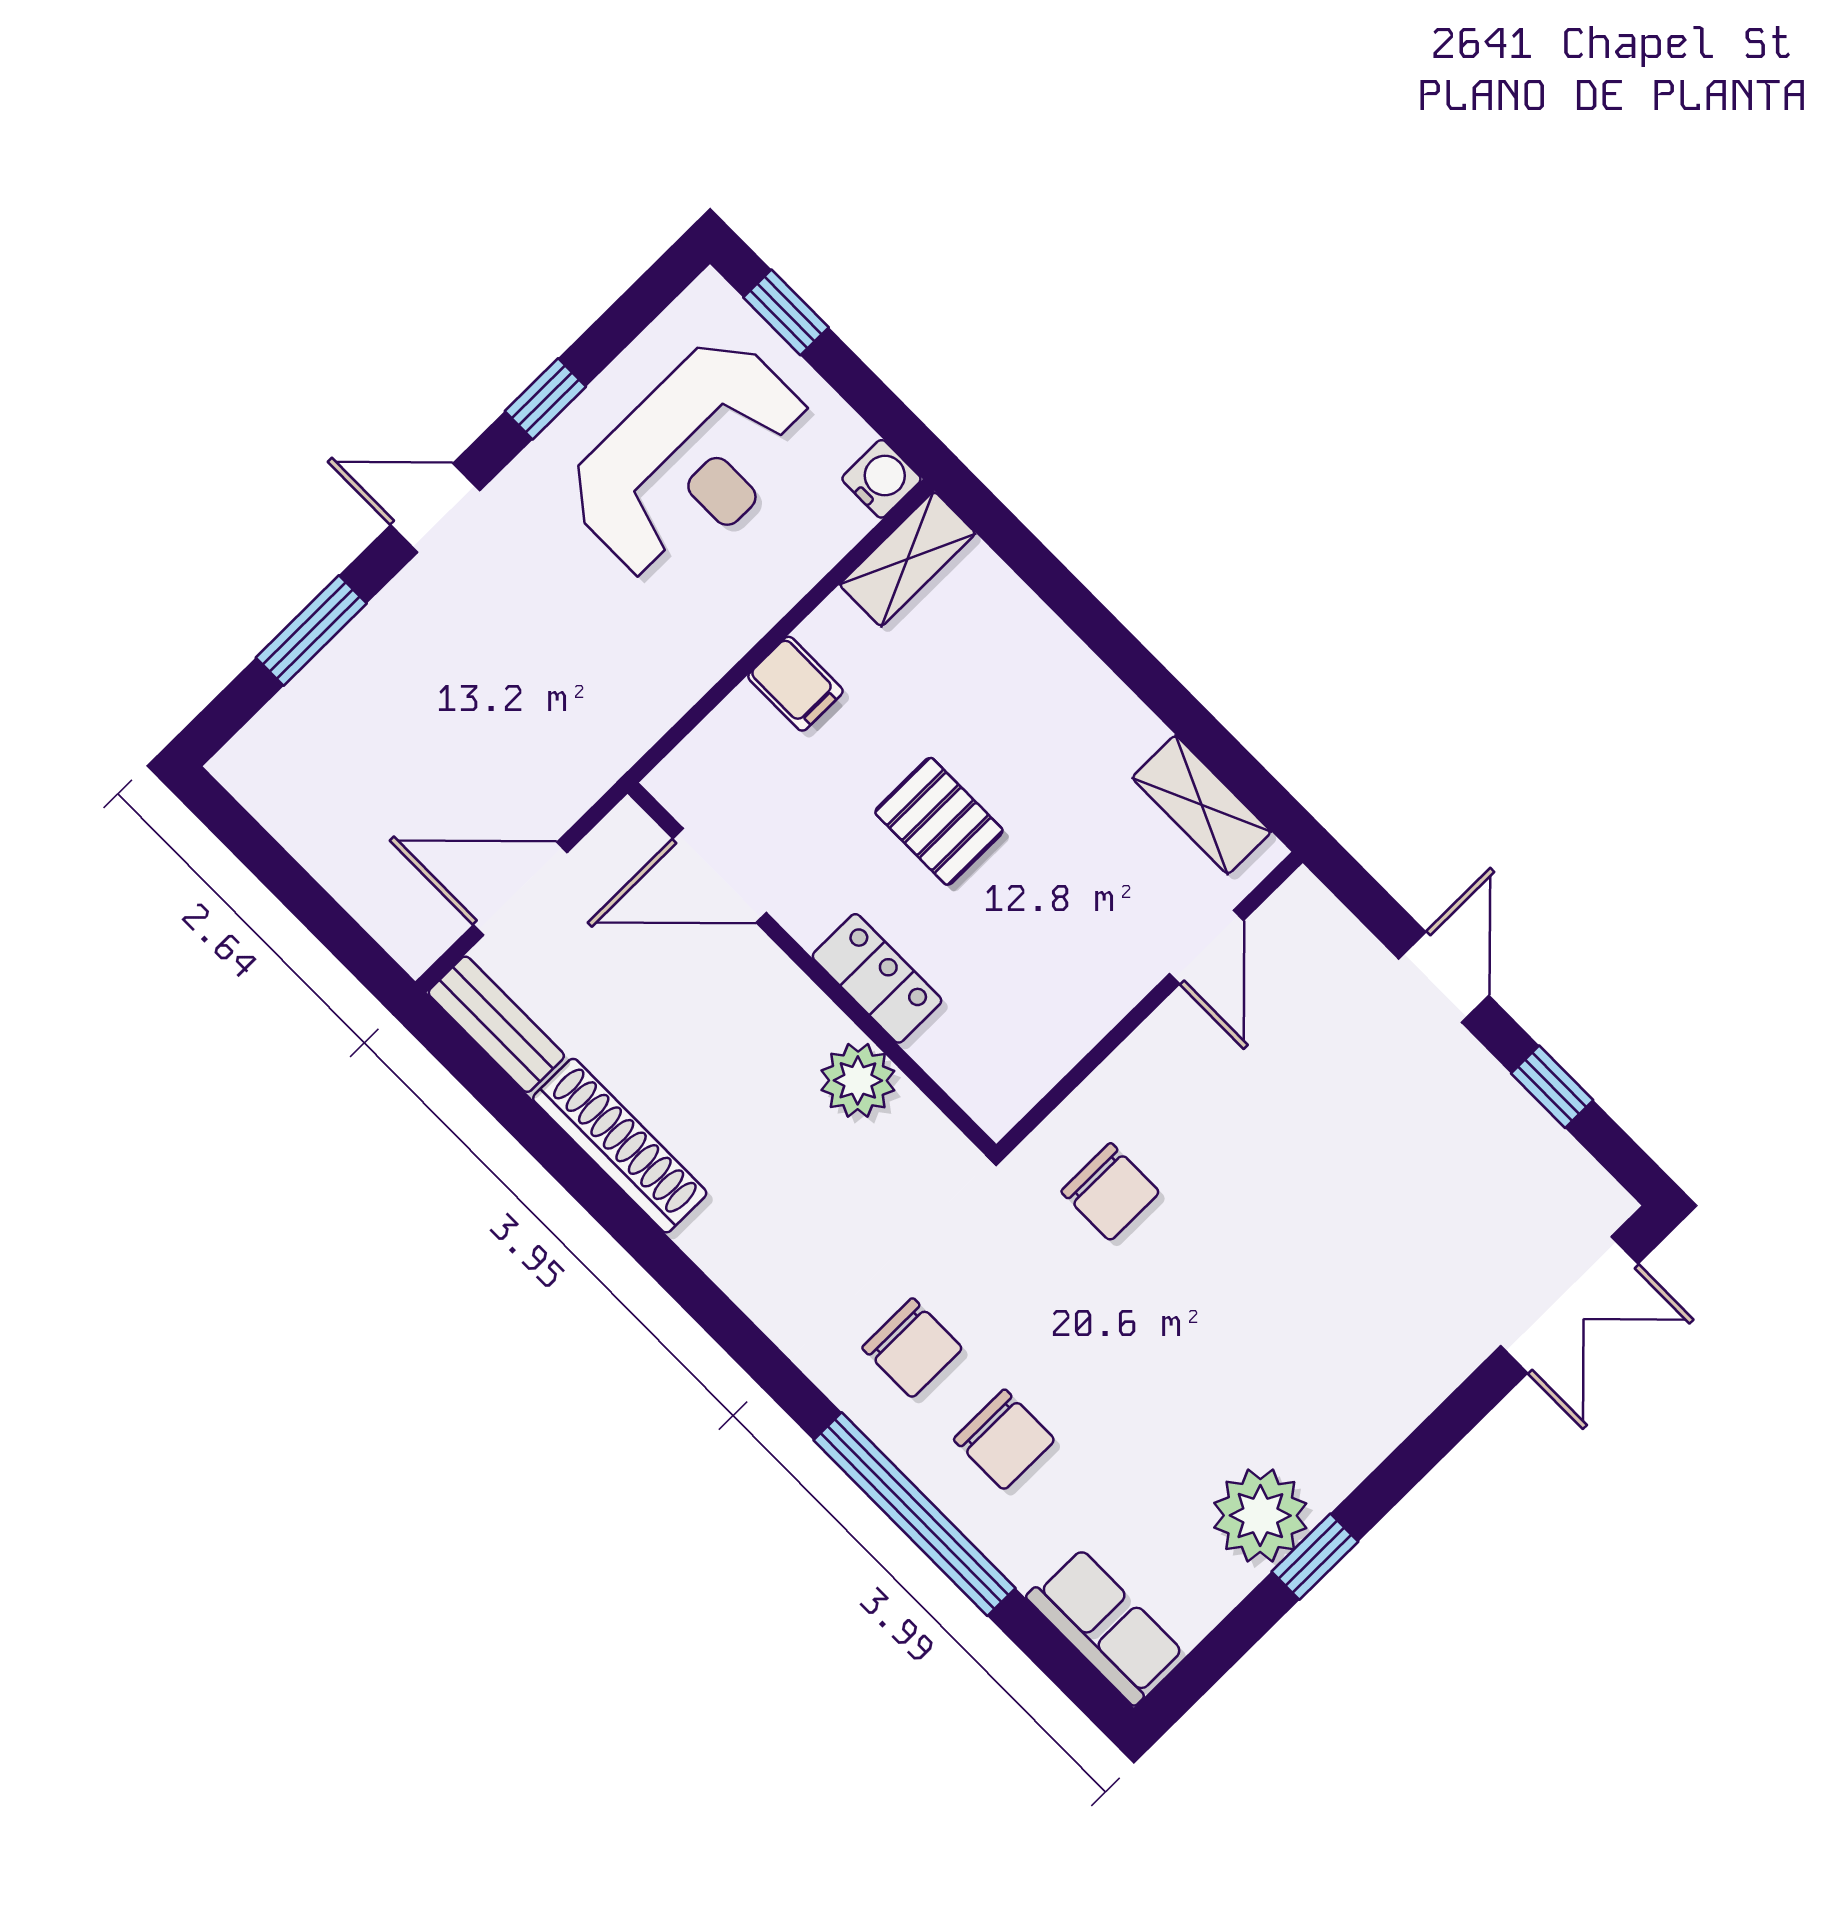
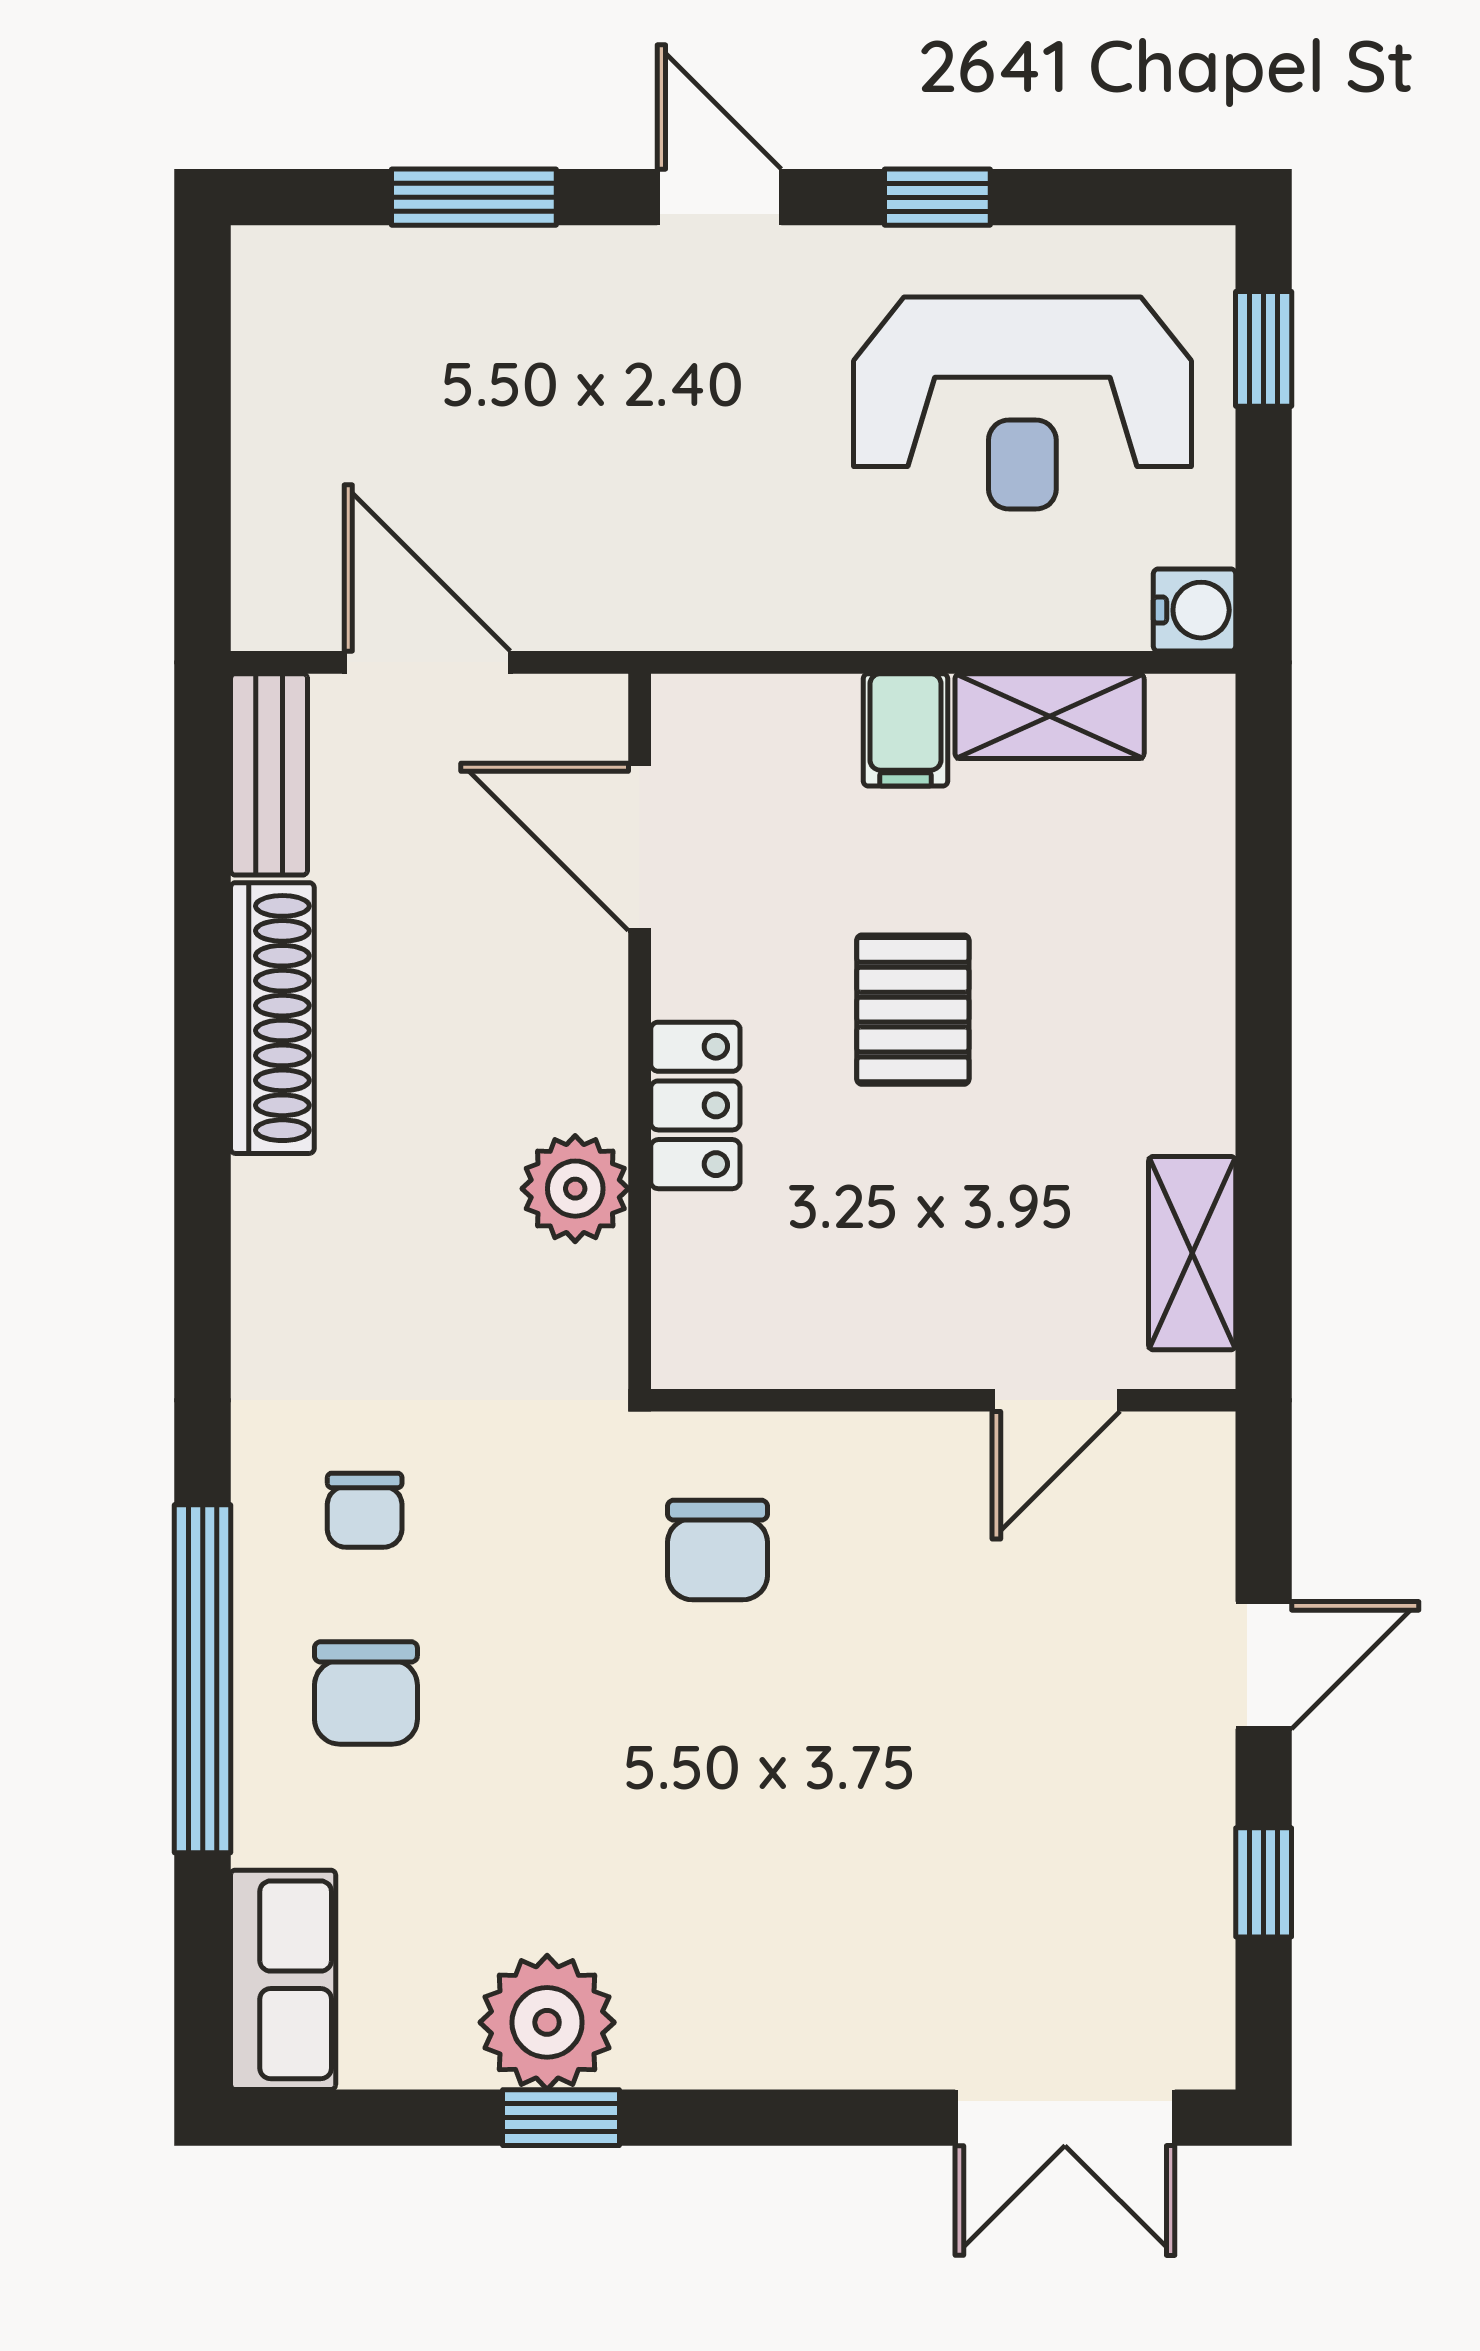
shelving: (908, 559) -> (1050, 716), moved
chair: (912, 1348) -> (365, 1510), width x0.73, depth x0.73

